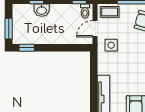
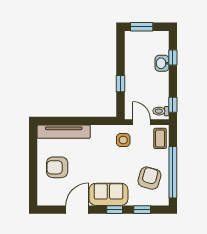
window: (27, 48) -> (121, 84), moved

